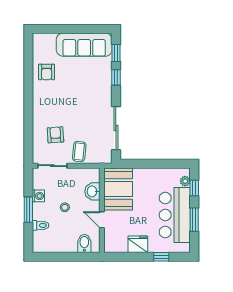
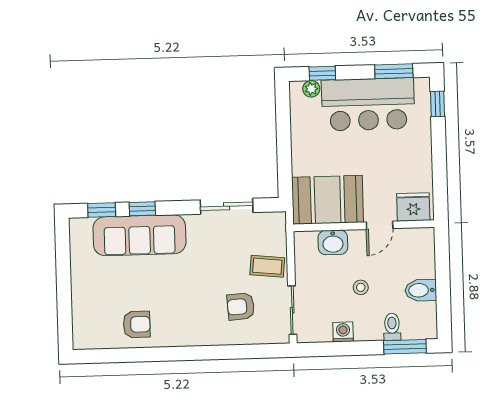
sofa: (84, 45) -> (139, 235), moved, turned 90
sliding door: (116, 128) -> (227, 206), width x0.73
window: (28, 210) -> (405, 347), moved
window: (194, 220) -> (394, 71), moved
bidet: (84, 243) -> (421, 290), moved
fridge: (138, 244) -> (413, 207), moved, turned 90
window: (161, 257) -> (438, 104), moved

